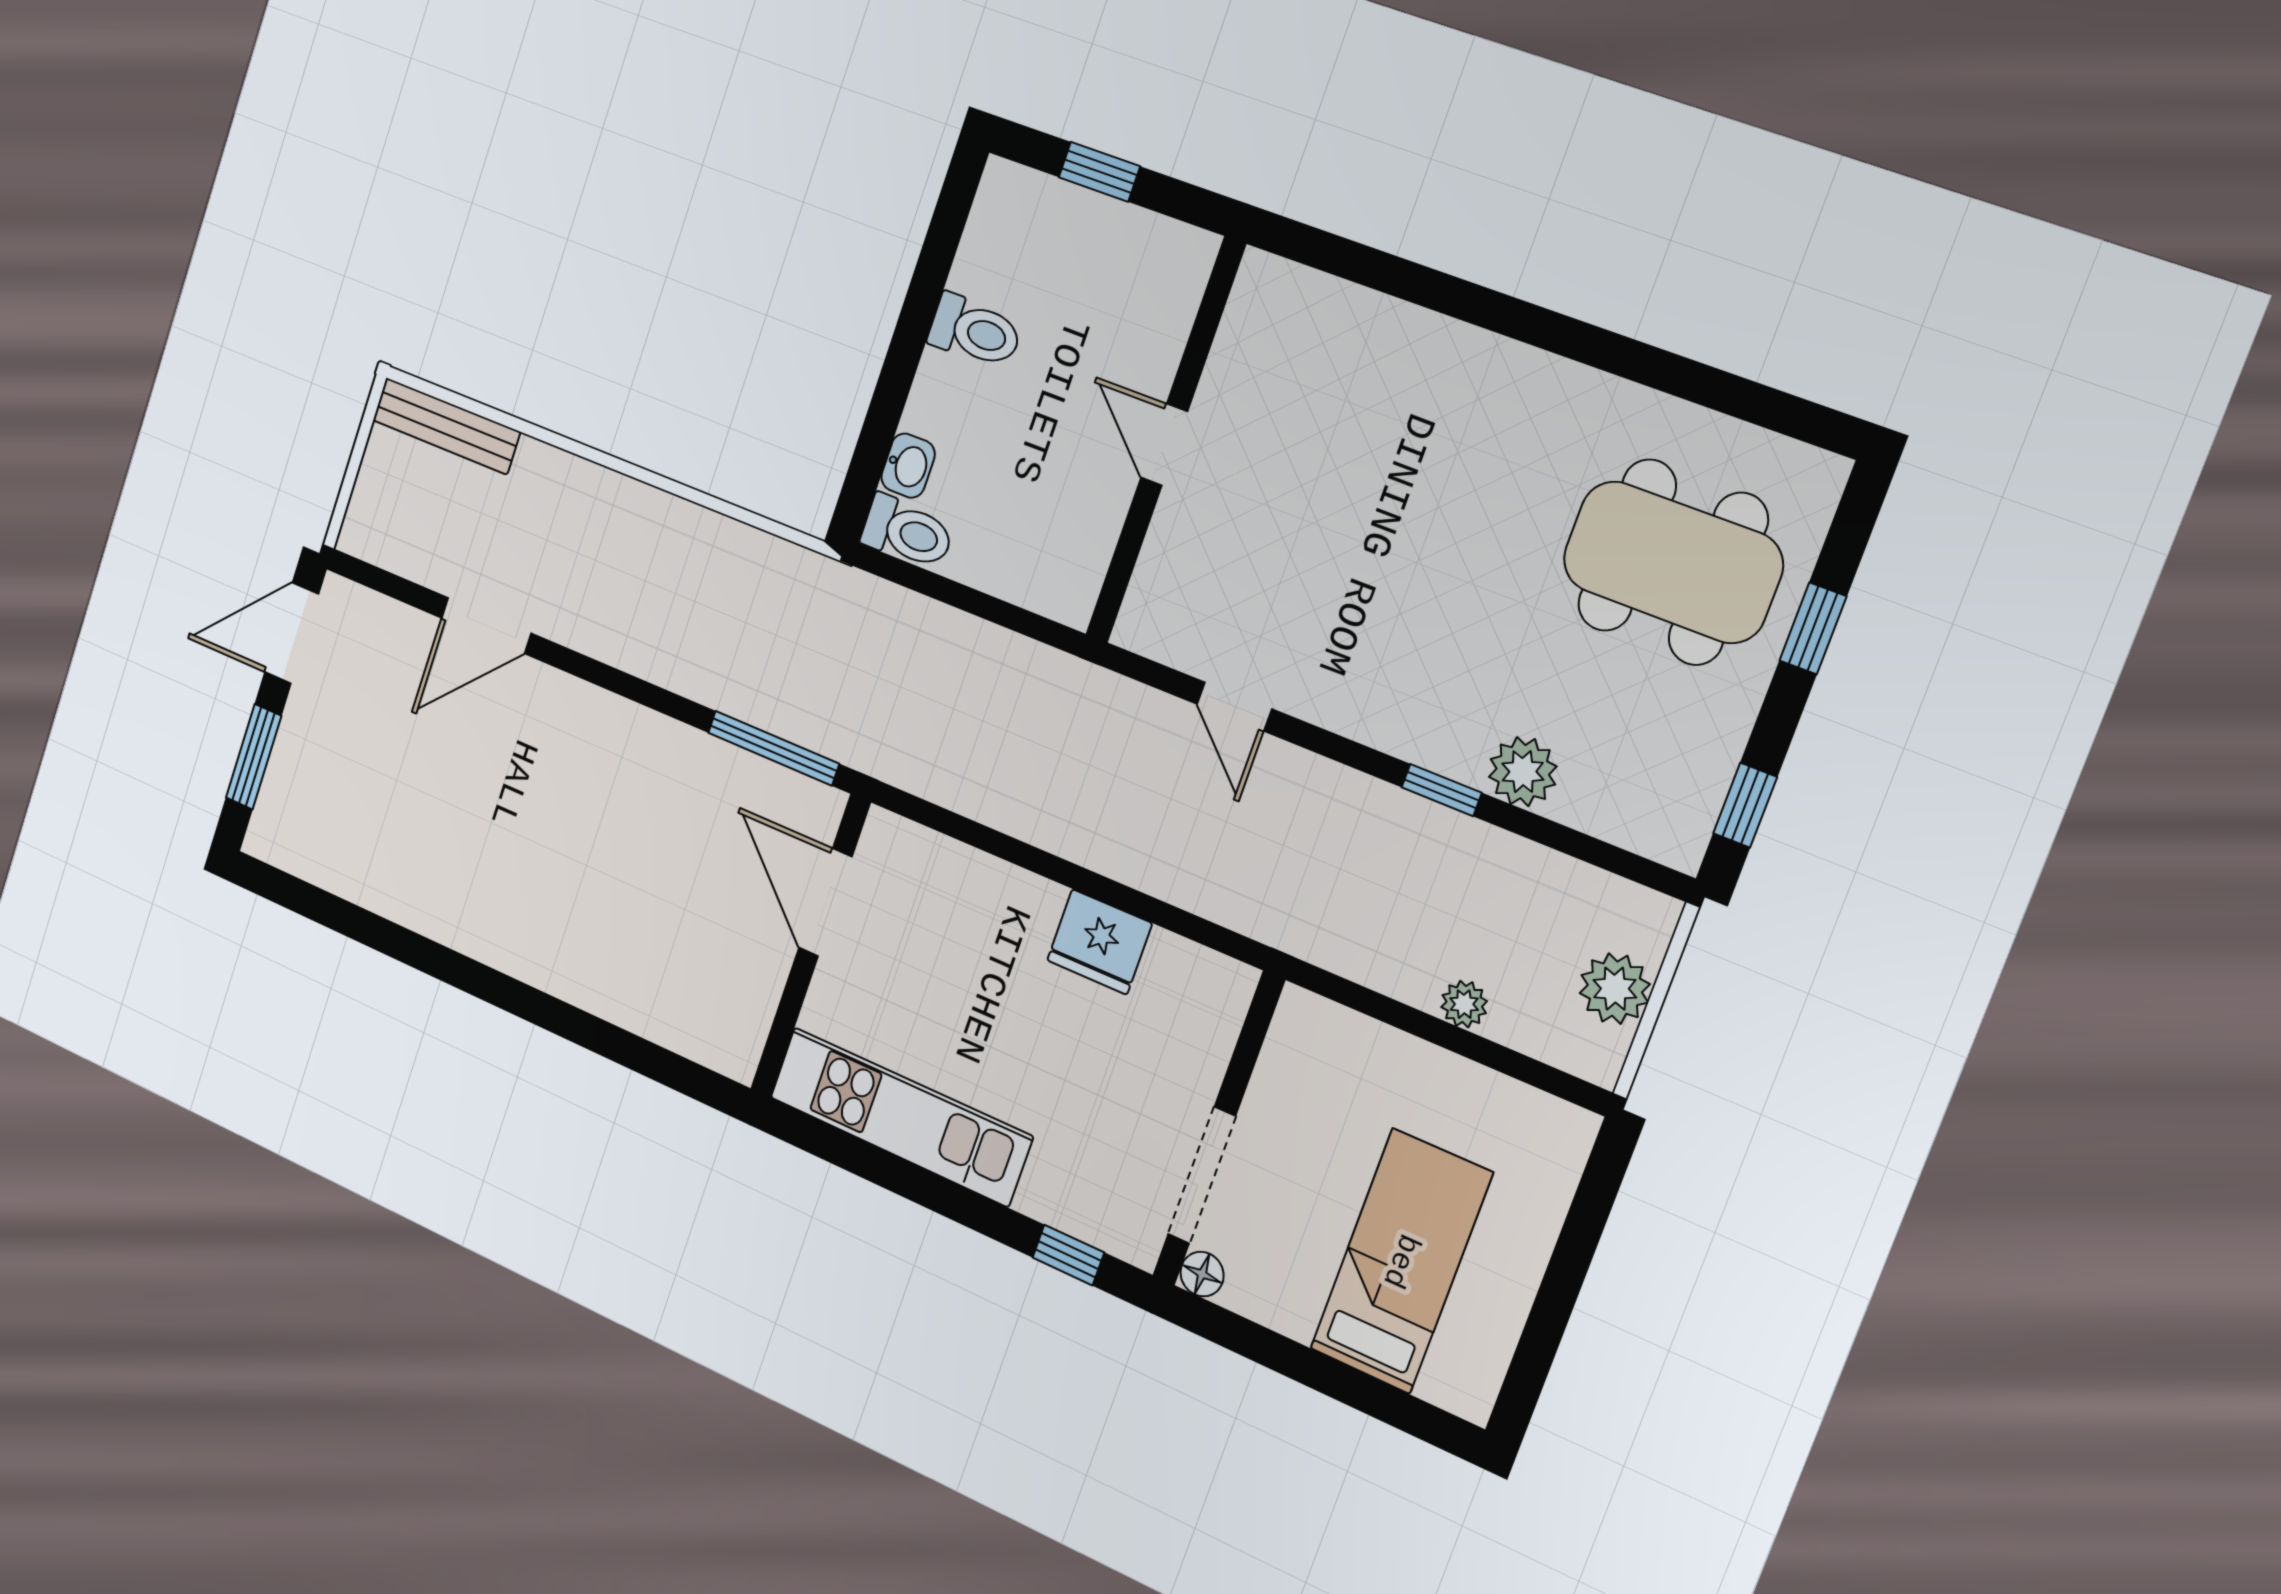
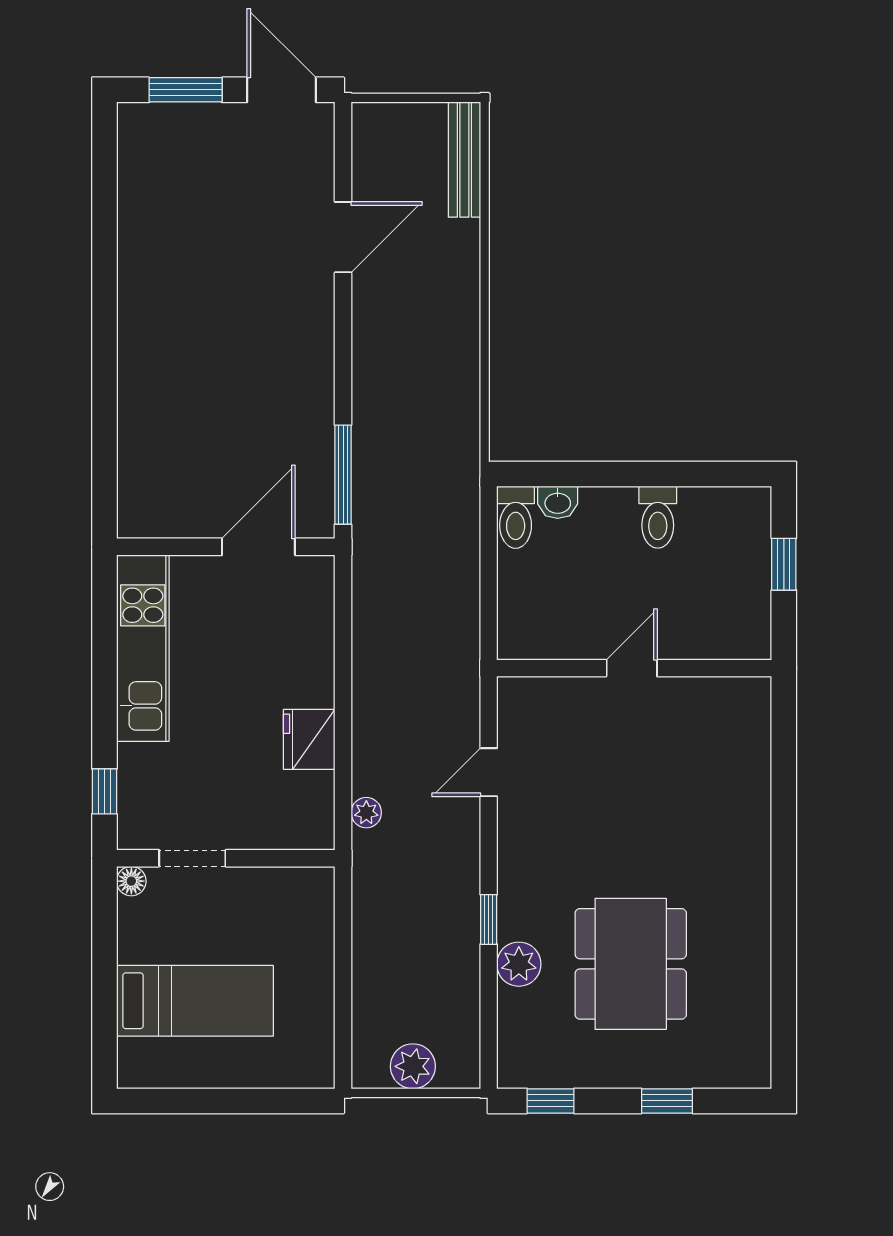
dining table: (1672, 562) -> (631, 964), moved
door: (486, 626) -> (343, 237), swing flipped
plant: (1464, 1004) -> (366, 813), moved
doorway: (1202, 1175) -> (192, 858), width x0.73

